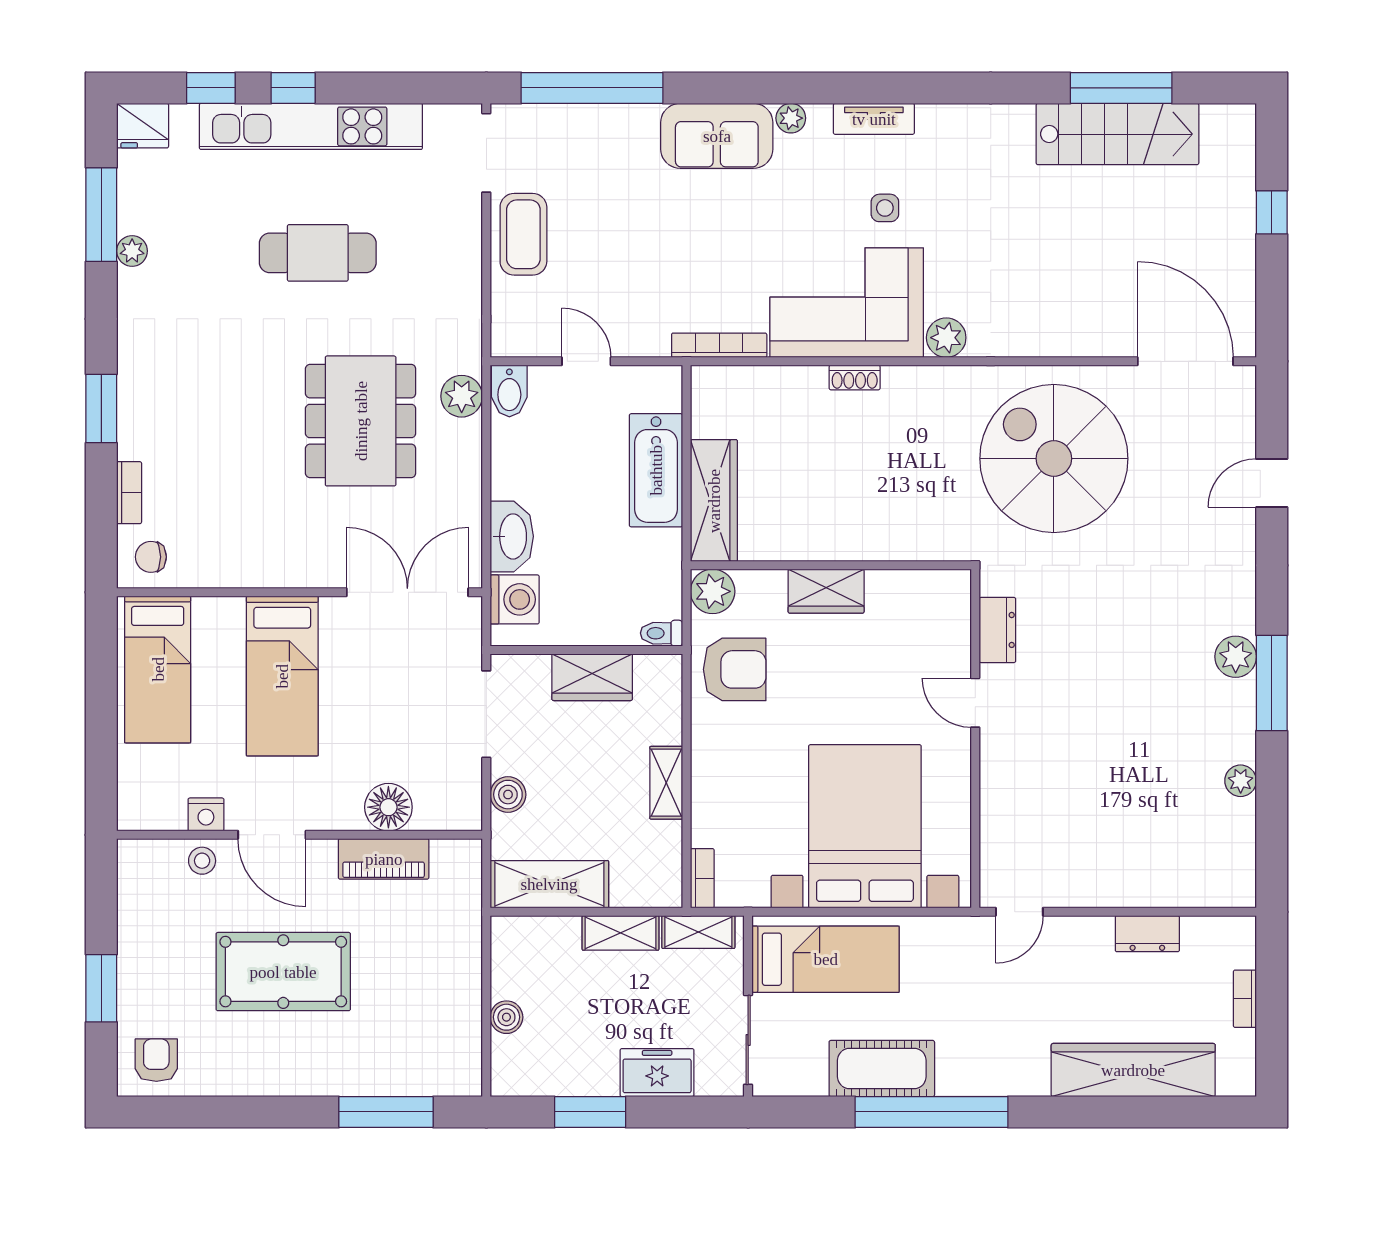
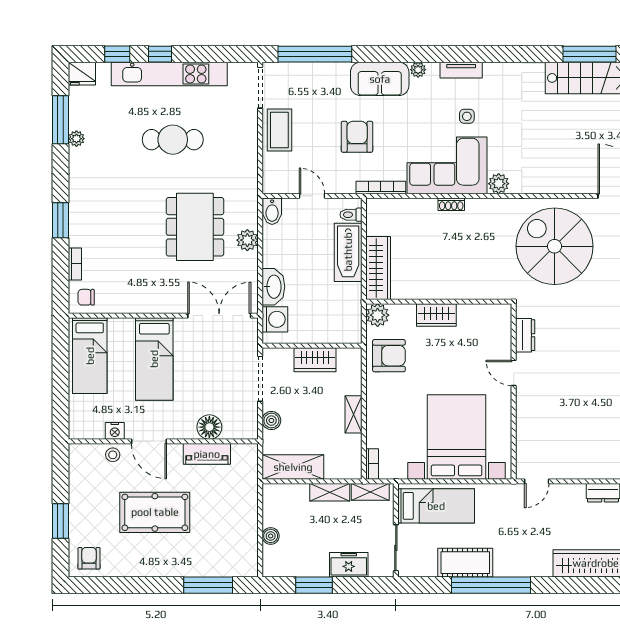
armchair: (673, 247) -> (357, 137), added
plant: (462, 396) -> (247, 240), moved
toilet: (662, 633) -> (351, 215), moved

